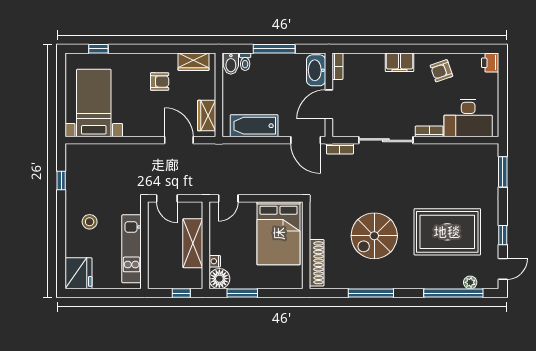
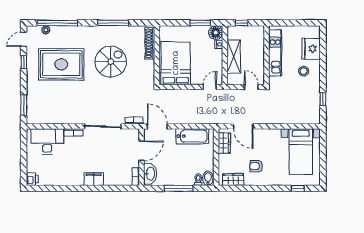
armchair: (441, 71) -> (65, 173), removed
fridge: (78, 273) -> (311, 49), moved

